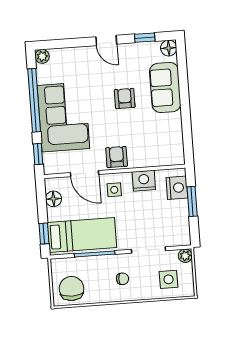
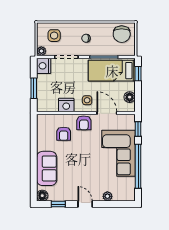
plant: (42, 56) -> (107, 196), moved
armchair: (125, 98) -> (64, 134), moved
nightstand: (177, 188) -> (44, 66), moved

